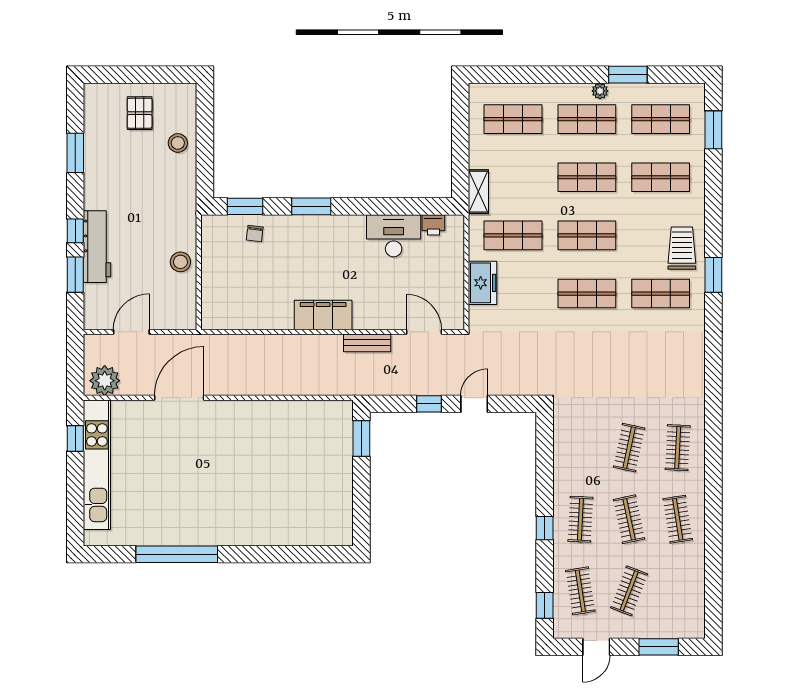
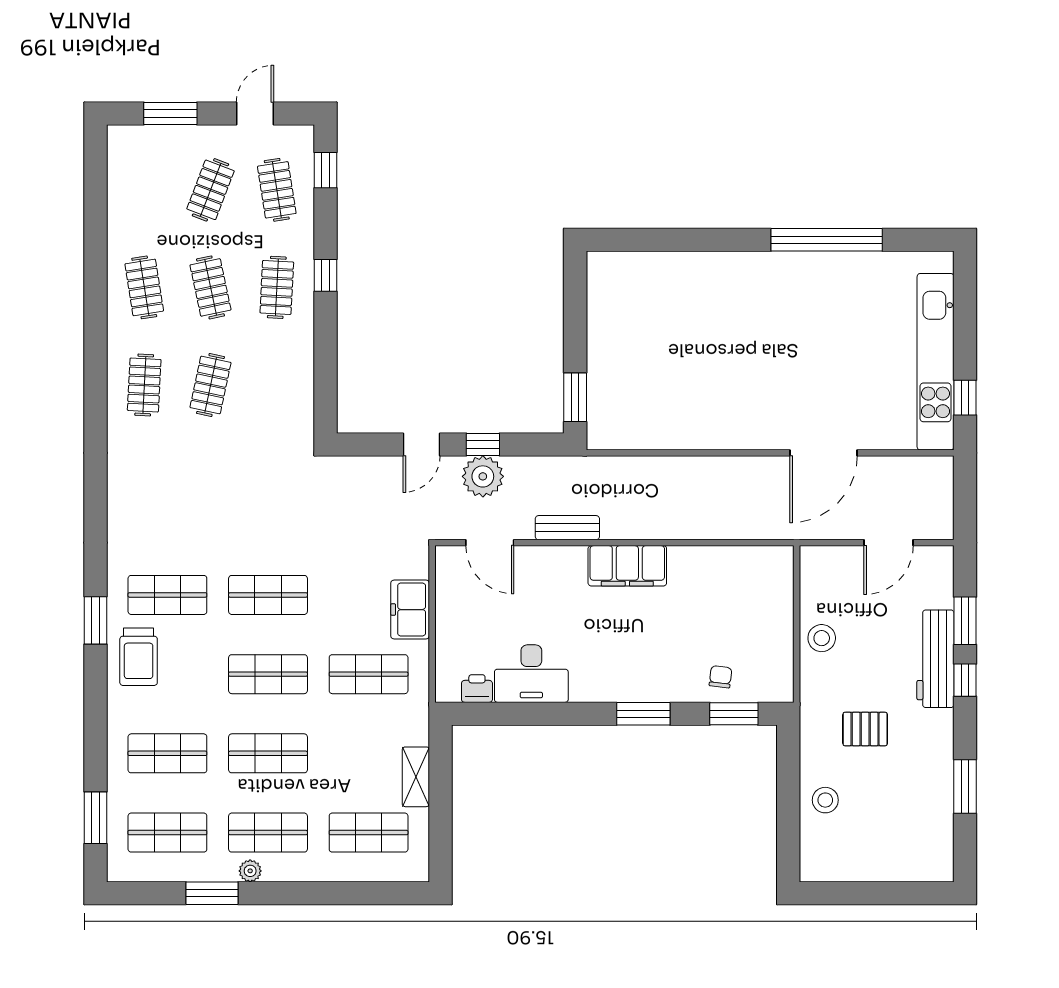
pallet: (140, 113) -> (865, 729), moved, turned 90
shelving: (478, 192) -> (416, 777), moved
plant: (105, 381) -> (483, 476), moved

